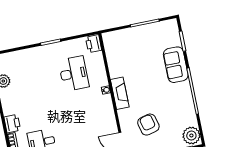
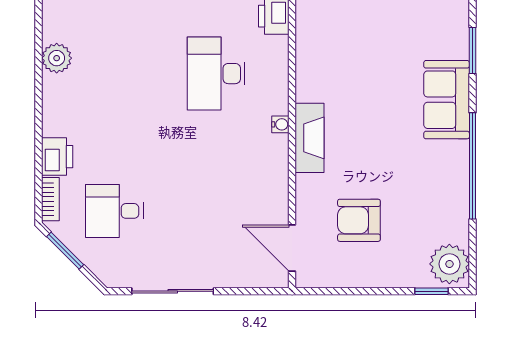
desk: (74, 74) -> (216, 74), turned 180
armchair: (148, 125) -> (359, 220), turned -76

